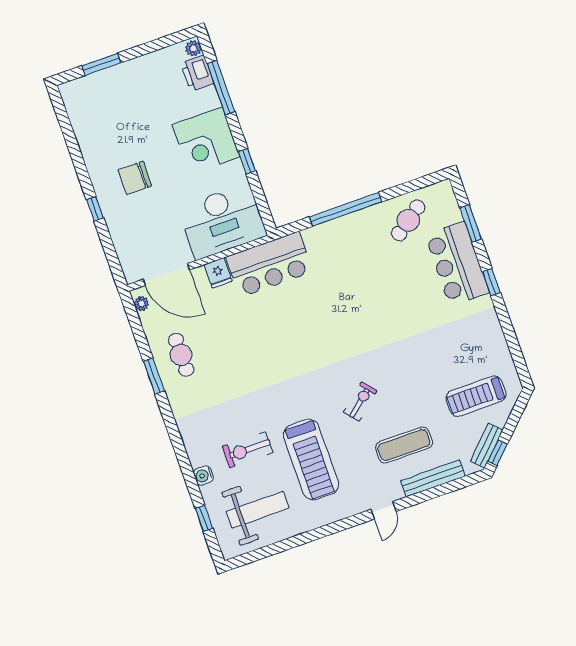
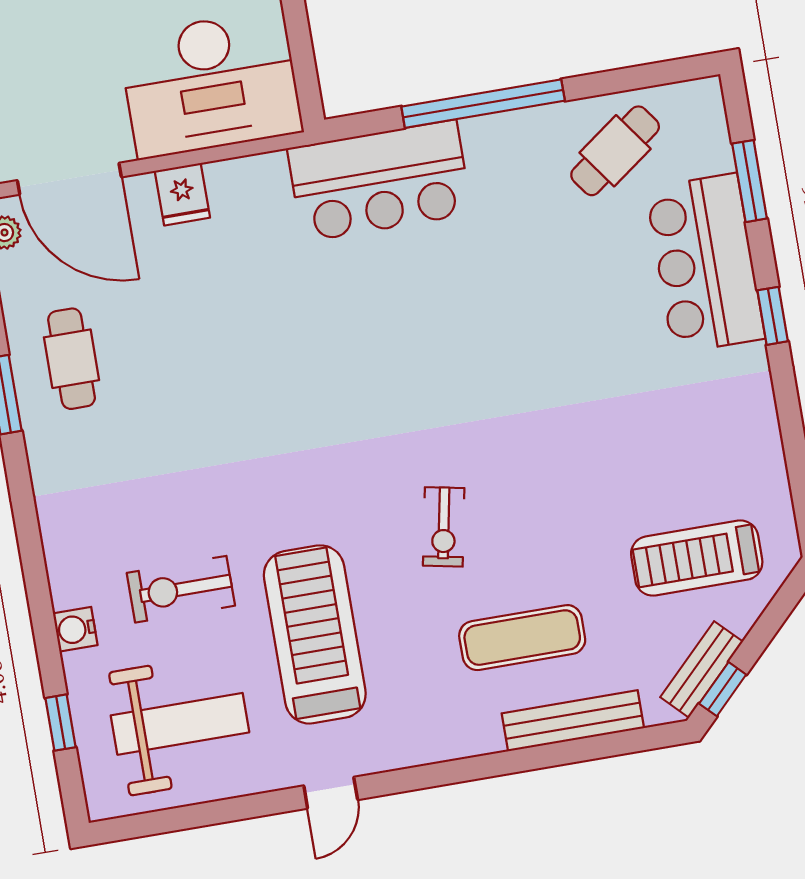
bar counter: (269, 264) -> (380, 181), moved
exercise bike: (360, 402) -> (444, 527), turned 141
treadmill: (311, 459) -> (315, 634), turned 180
door: (383, 510) -> (331, 793), moved

